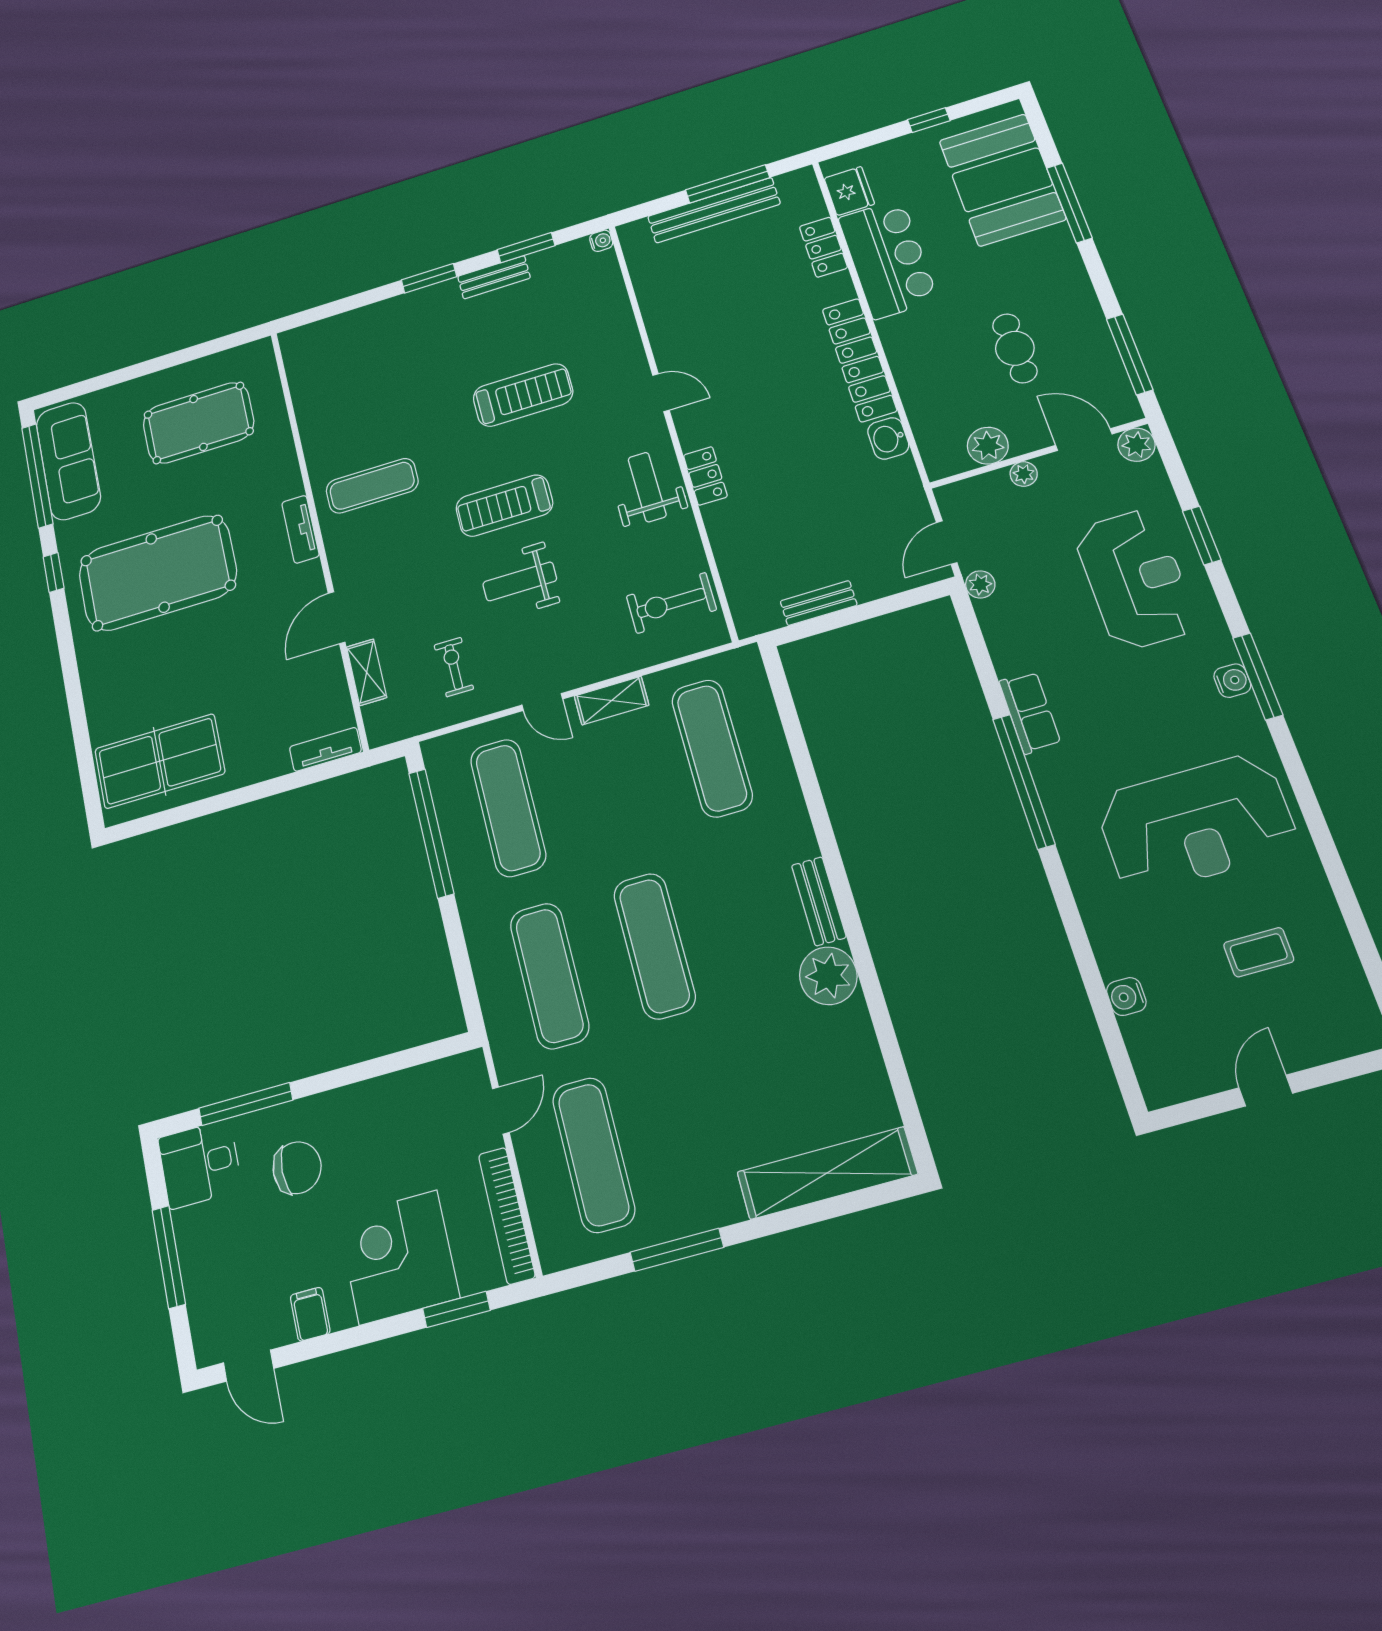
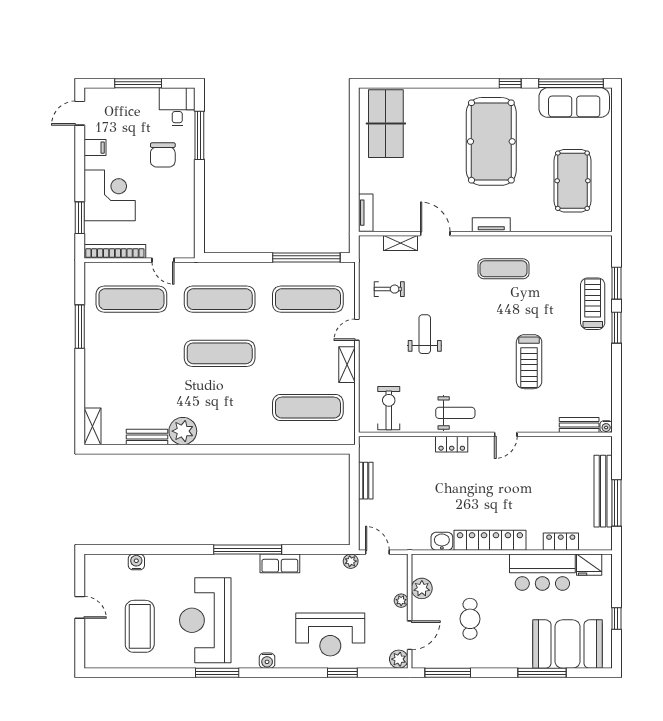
window: (526, 248) -> (616, 283), moved
bench: (494, 277) -> (579, 425), moved, turned 90
cafe table: (1015, 348) -> (470, 619), turned 90
exercise mat: (372, 486) -> (503, 269), turned 90
treadmill: (504, 506) -> (593, 304), moved
window: (1258, 676) -> (217, 673), moved
bench: (819, 901) -> (147, 437), moved
coffee table: (1259, 952) -> (140, 626), width x1.86, depth x1.72
shelving: (827, 1173) -> (92, 426), width x0.45, depth x0.75

